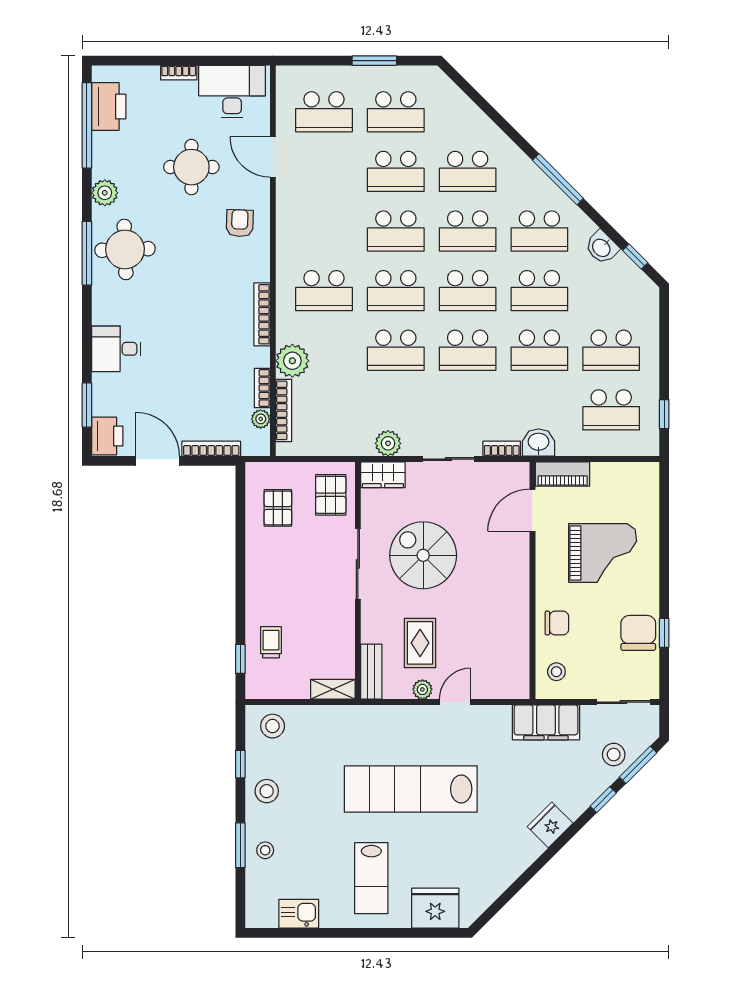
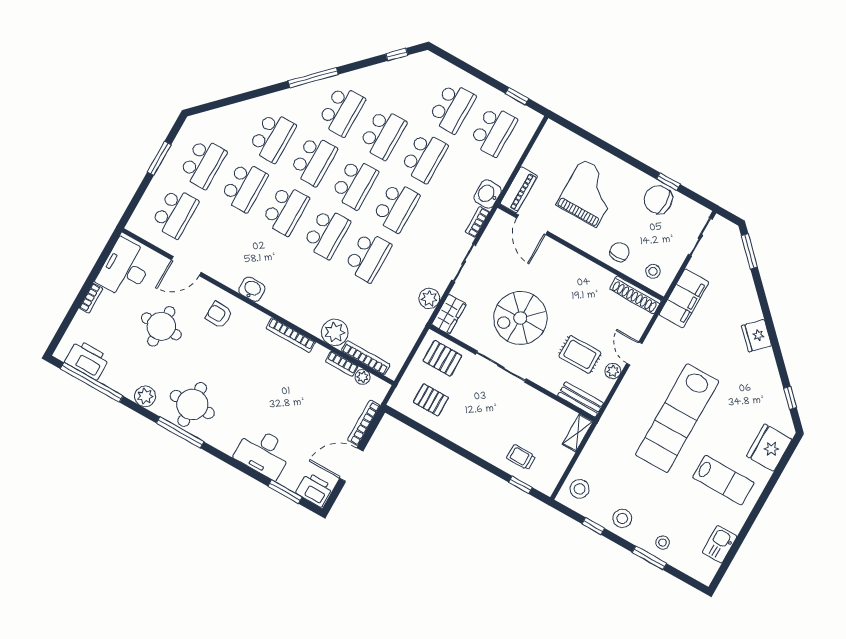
washbasin: (602, 247) -> (252, 289), moved, turned -135
school desk: (324, 291) -> (299, 283), removed
desk: (116, 349) -> (263, 453), width x1.37
shoe rack: (520, 667) -> (635, 295), added
stool: (614, 755) -> (733, 264), removed
window: (603, 800) -> (790, 398), moved

